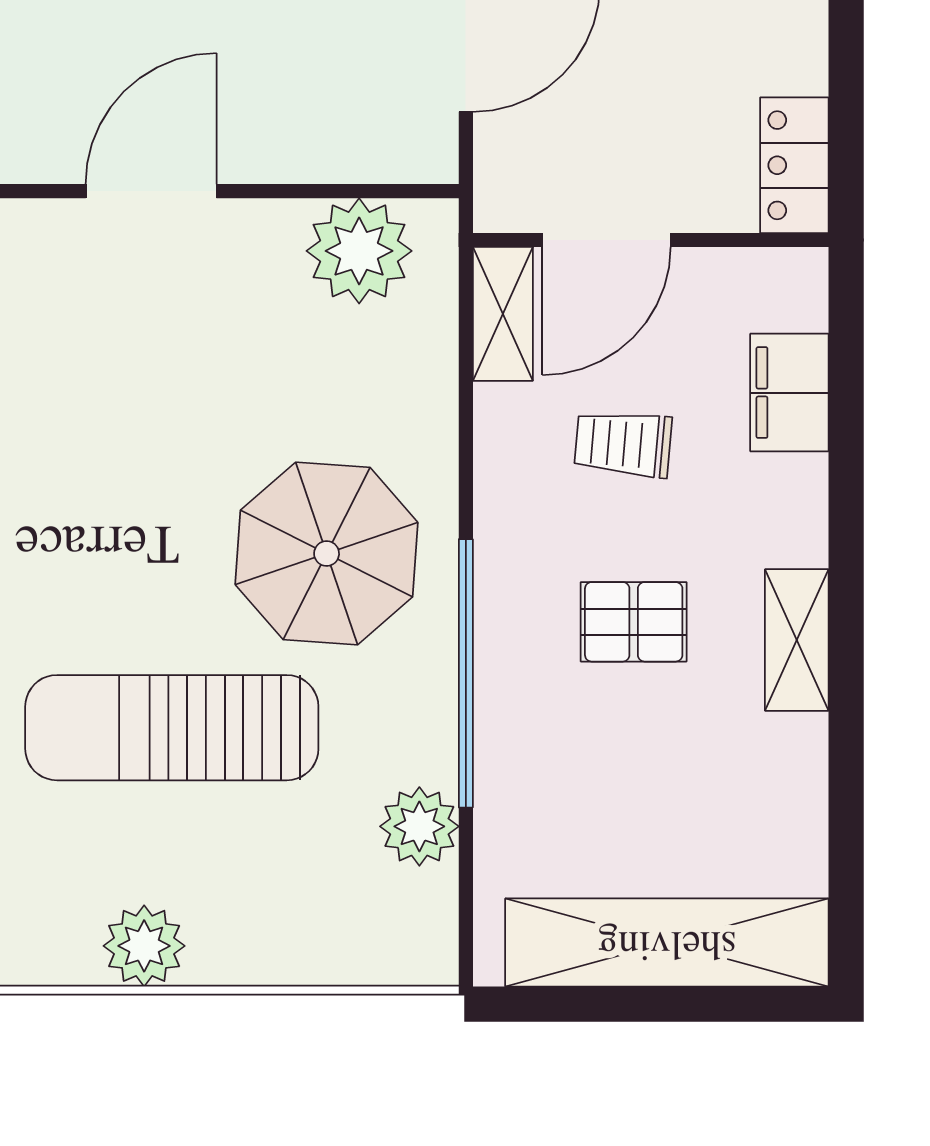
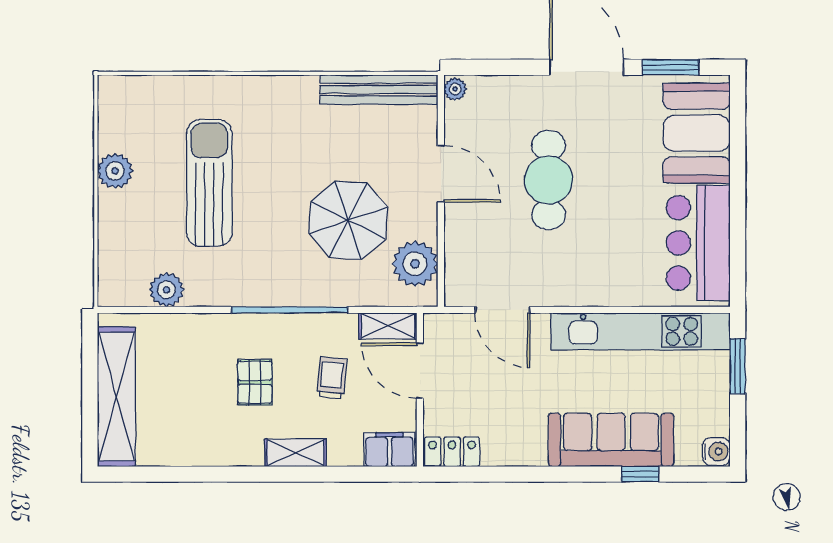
filing cabinet: (789, 393) -> (389, 450), moved
parasol: (327, 554) -> (348, 220), moved
shelving: (797, 640) -> (296, 453), moved
window: (466, 673) -> (290, 310), moved

